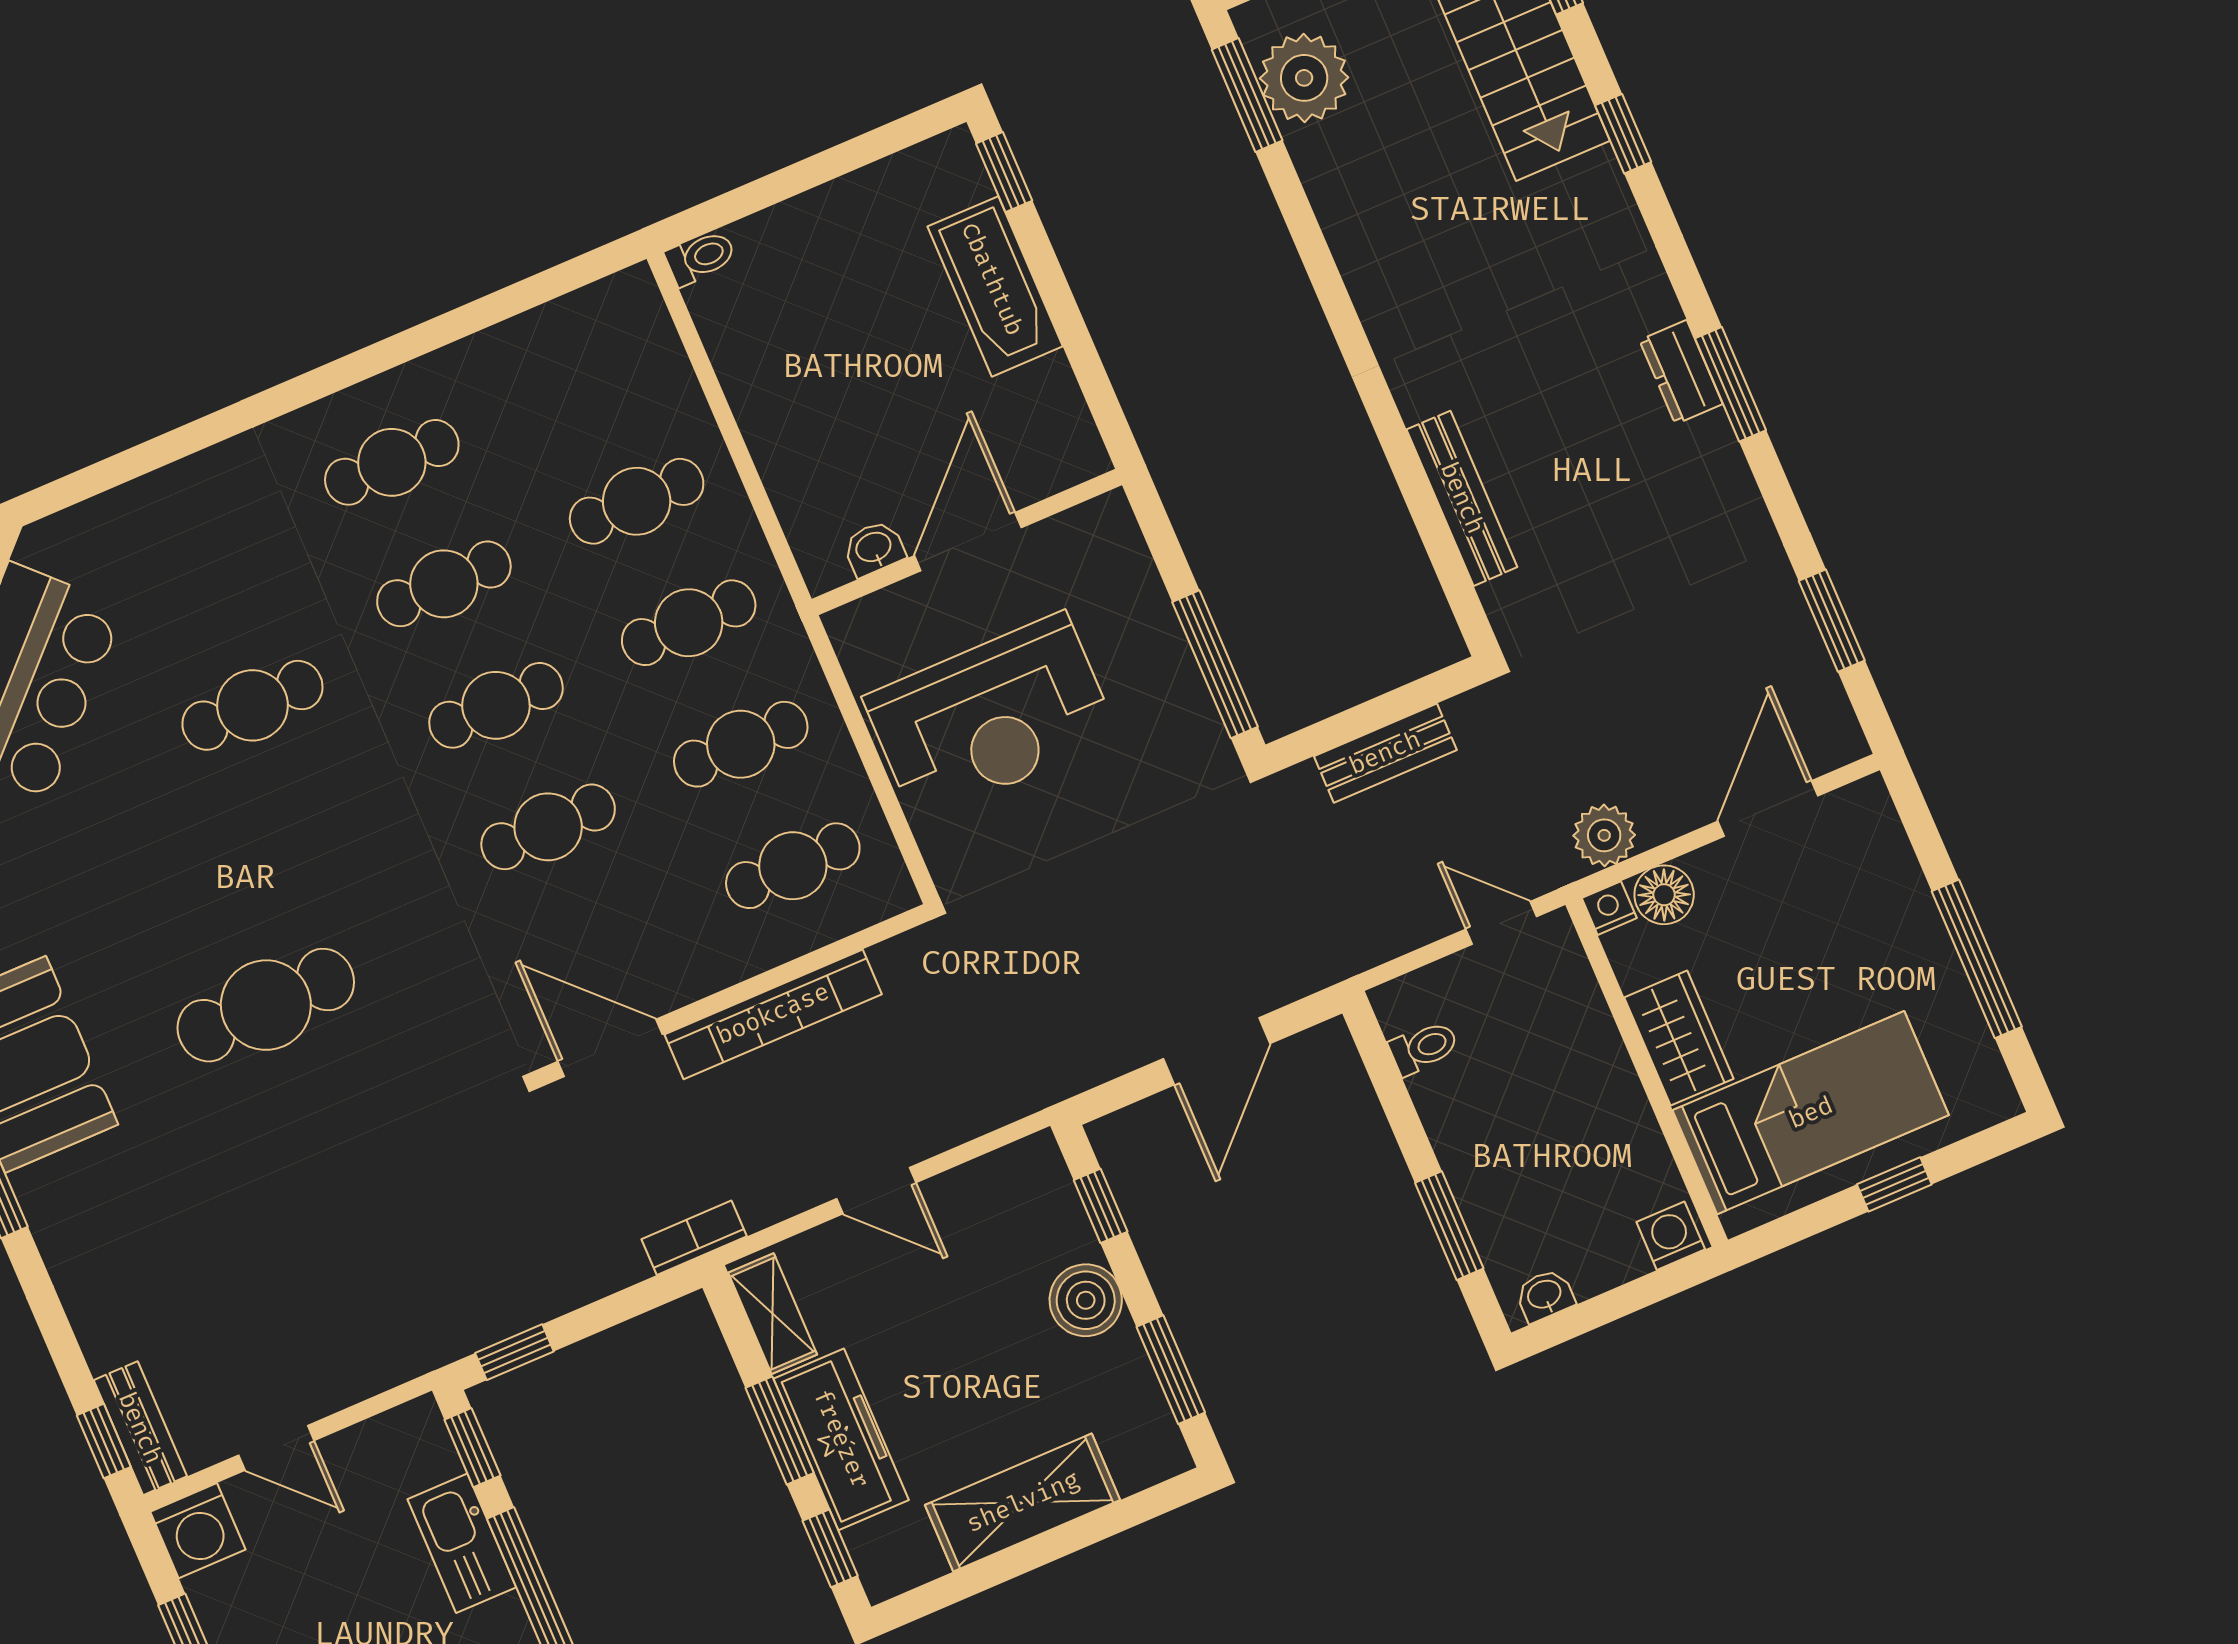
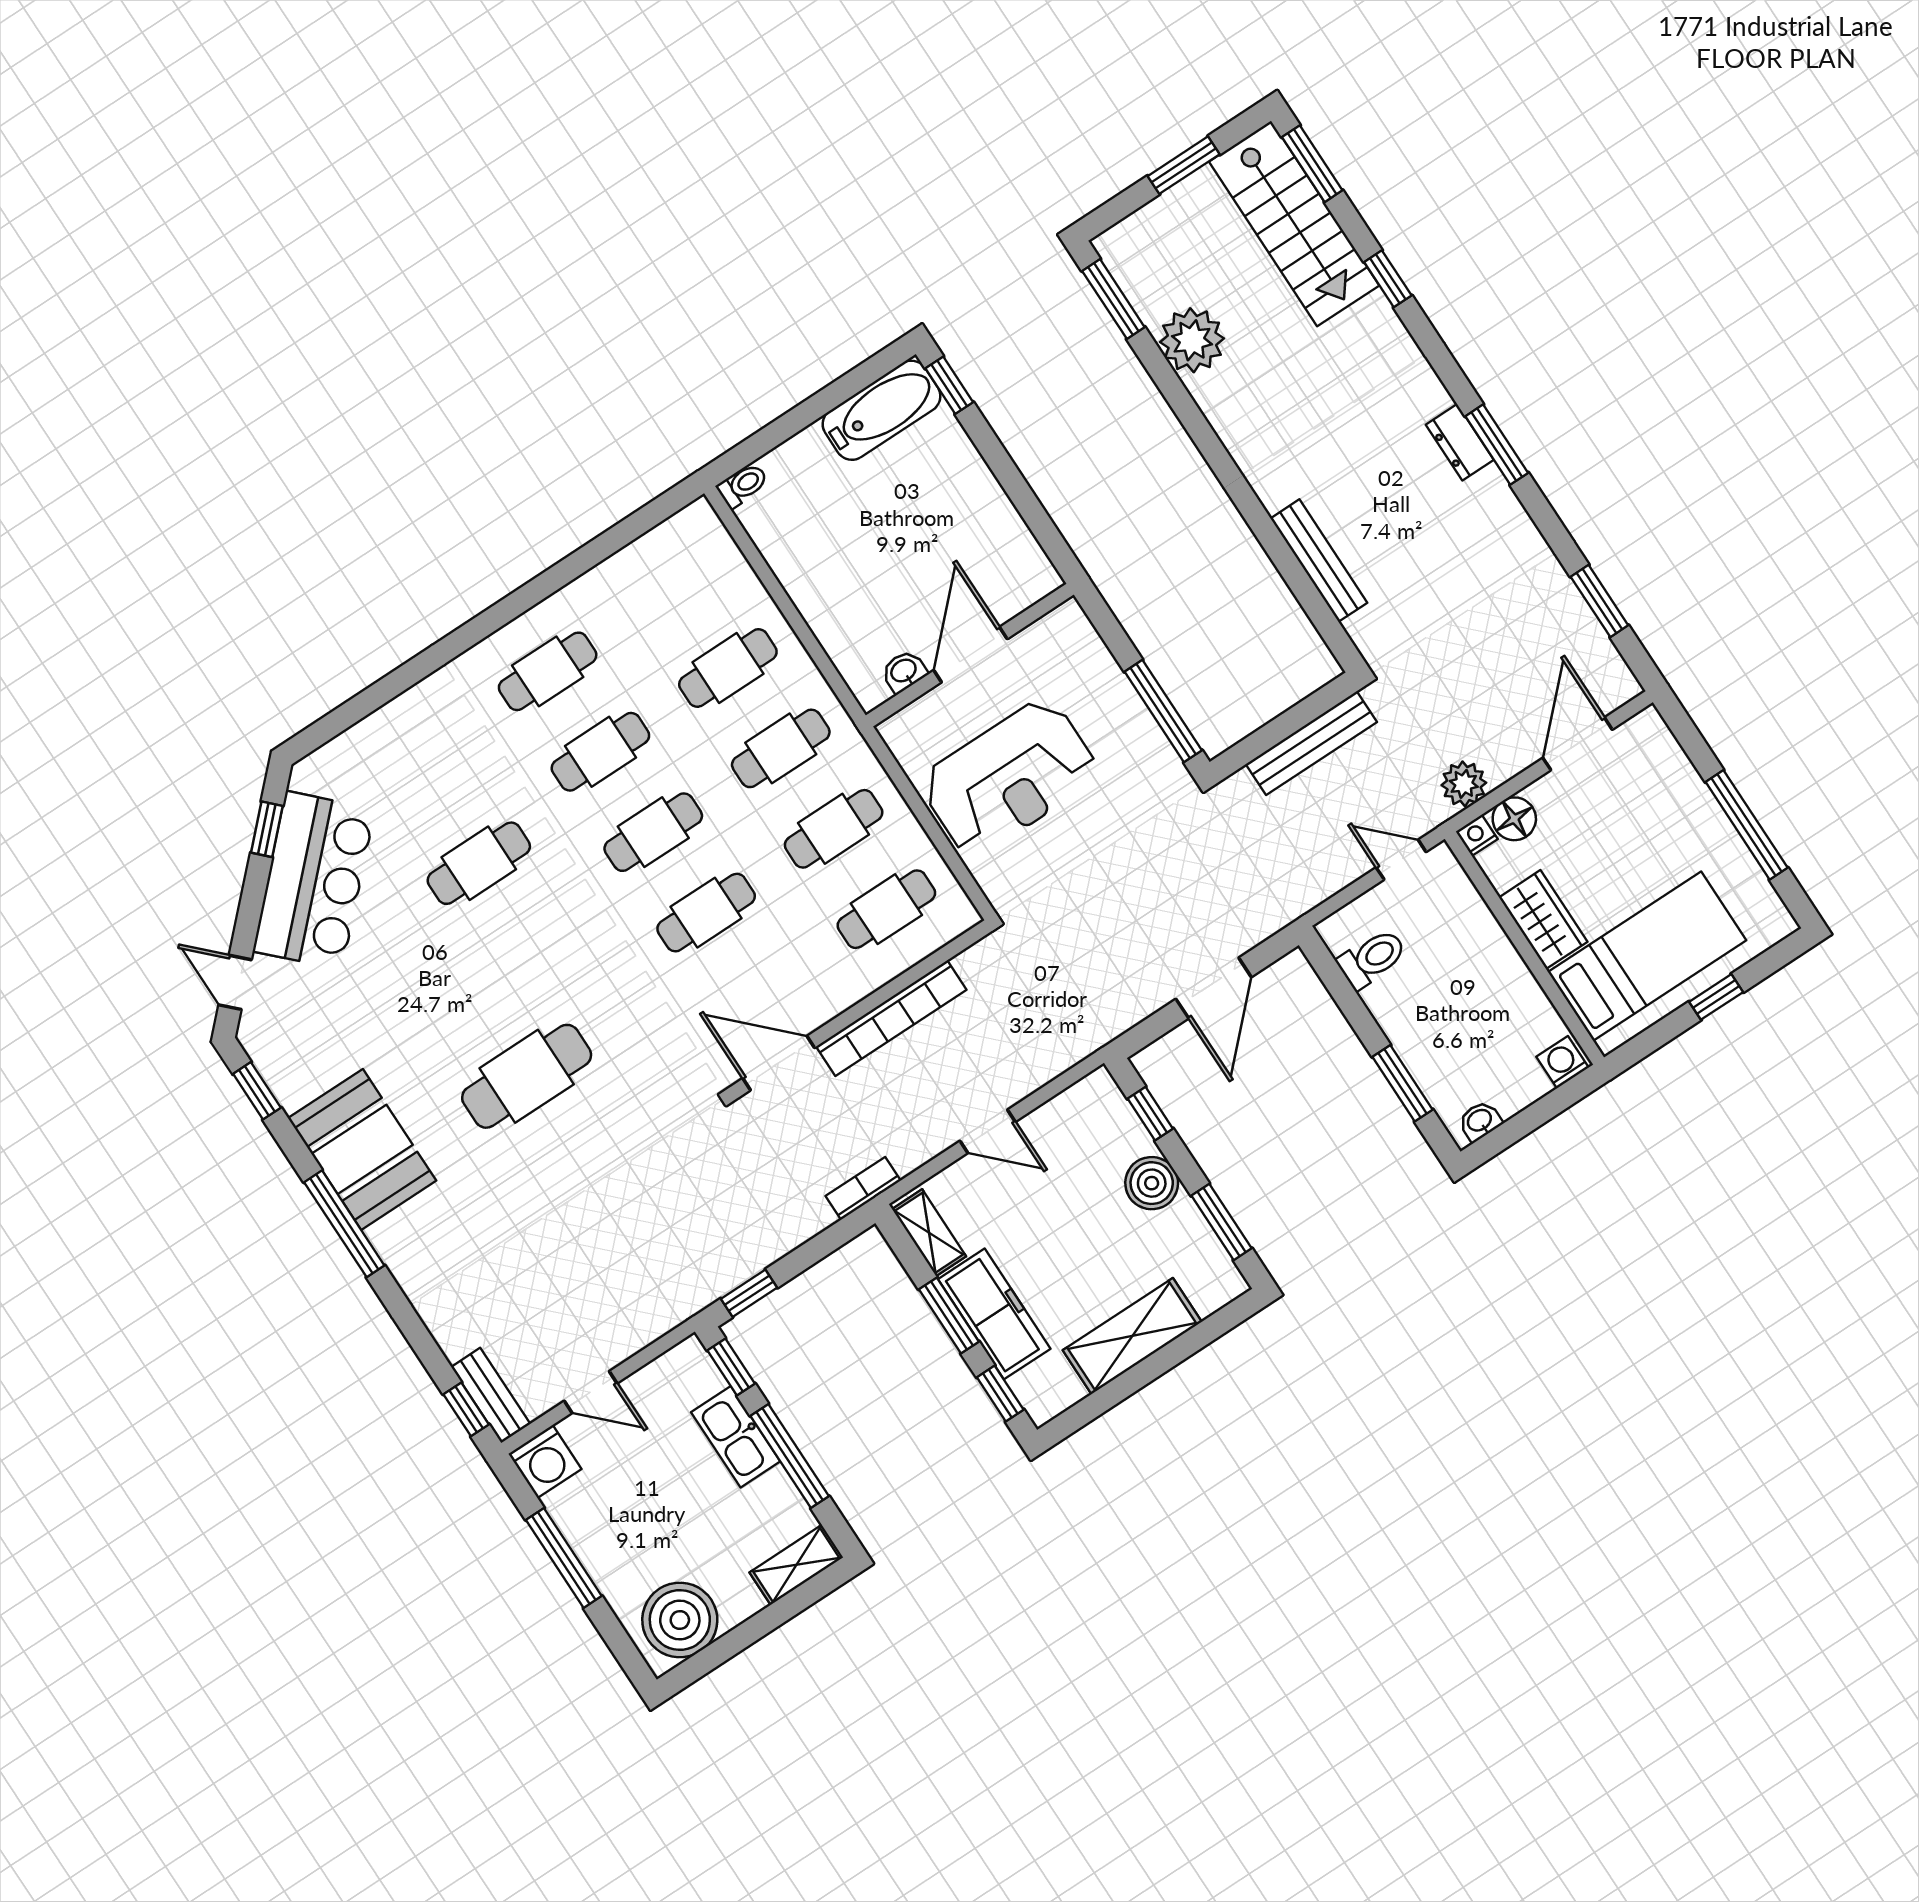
plant: (1304, 78) -> (1192, 340), moved
bathtub: (995, 286) -> (881, 410), moved, turned -90
bench: (1385, 753) -> (1311, 743), width x1.36
toilet: (1424, 1048) -> (1372, 958), width x1.37, depth x1.39

